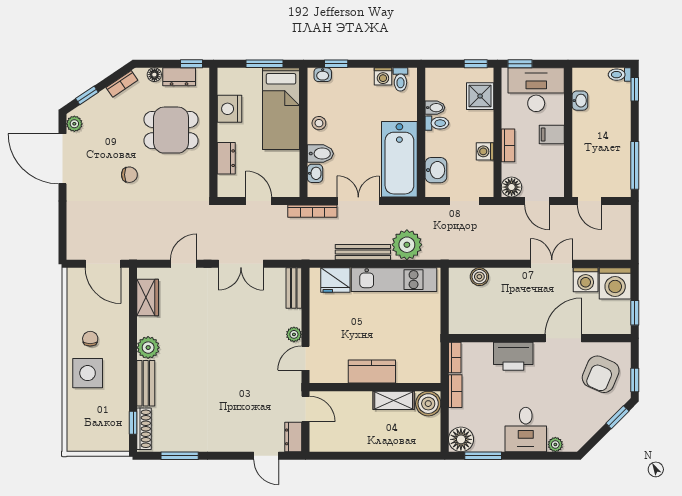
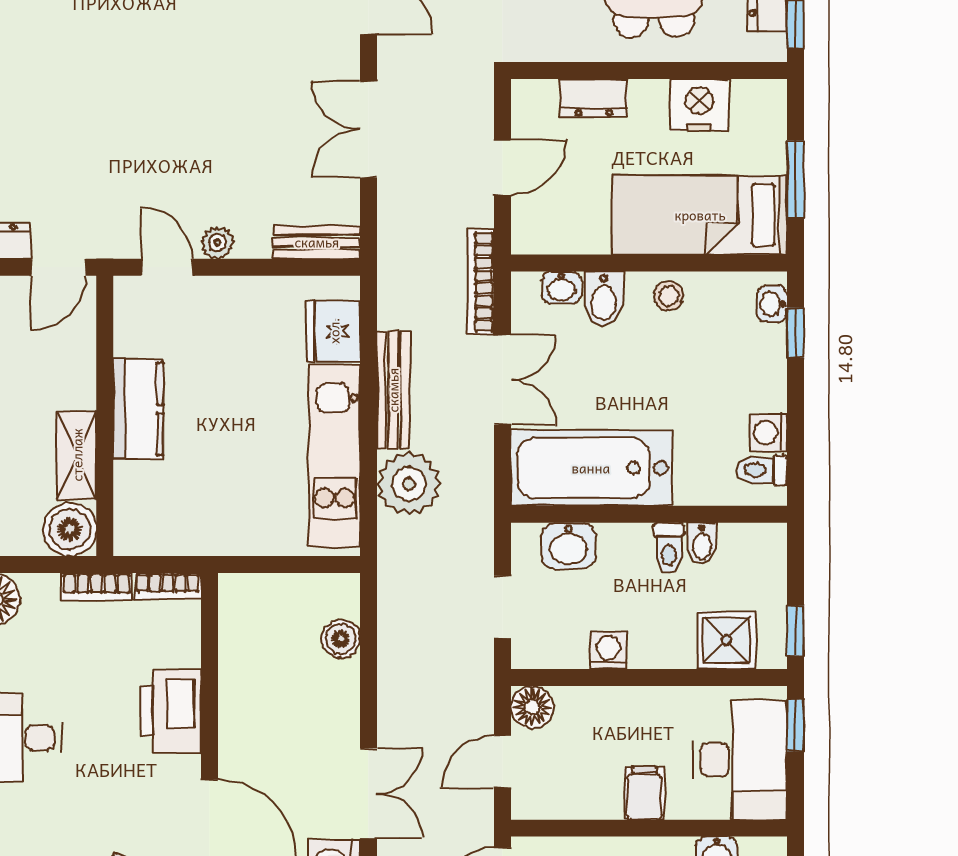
bookcase: (508, 145) -> (621, 700), removed

